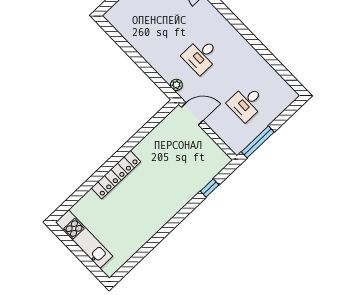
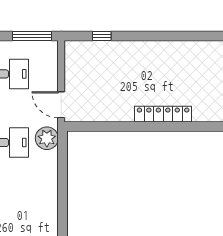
plant: (176, 85) -> (47, 138), width x1.87, depth x1.87

